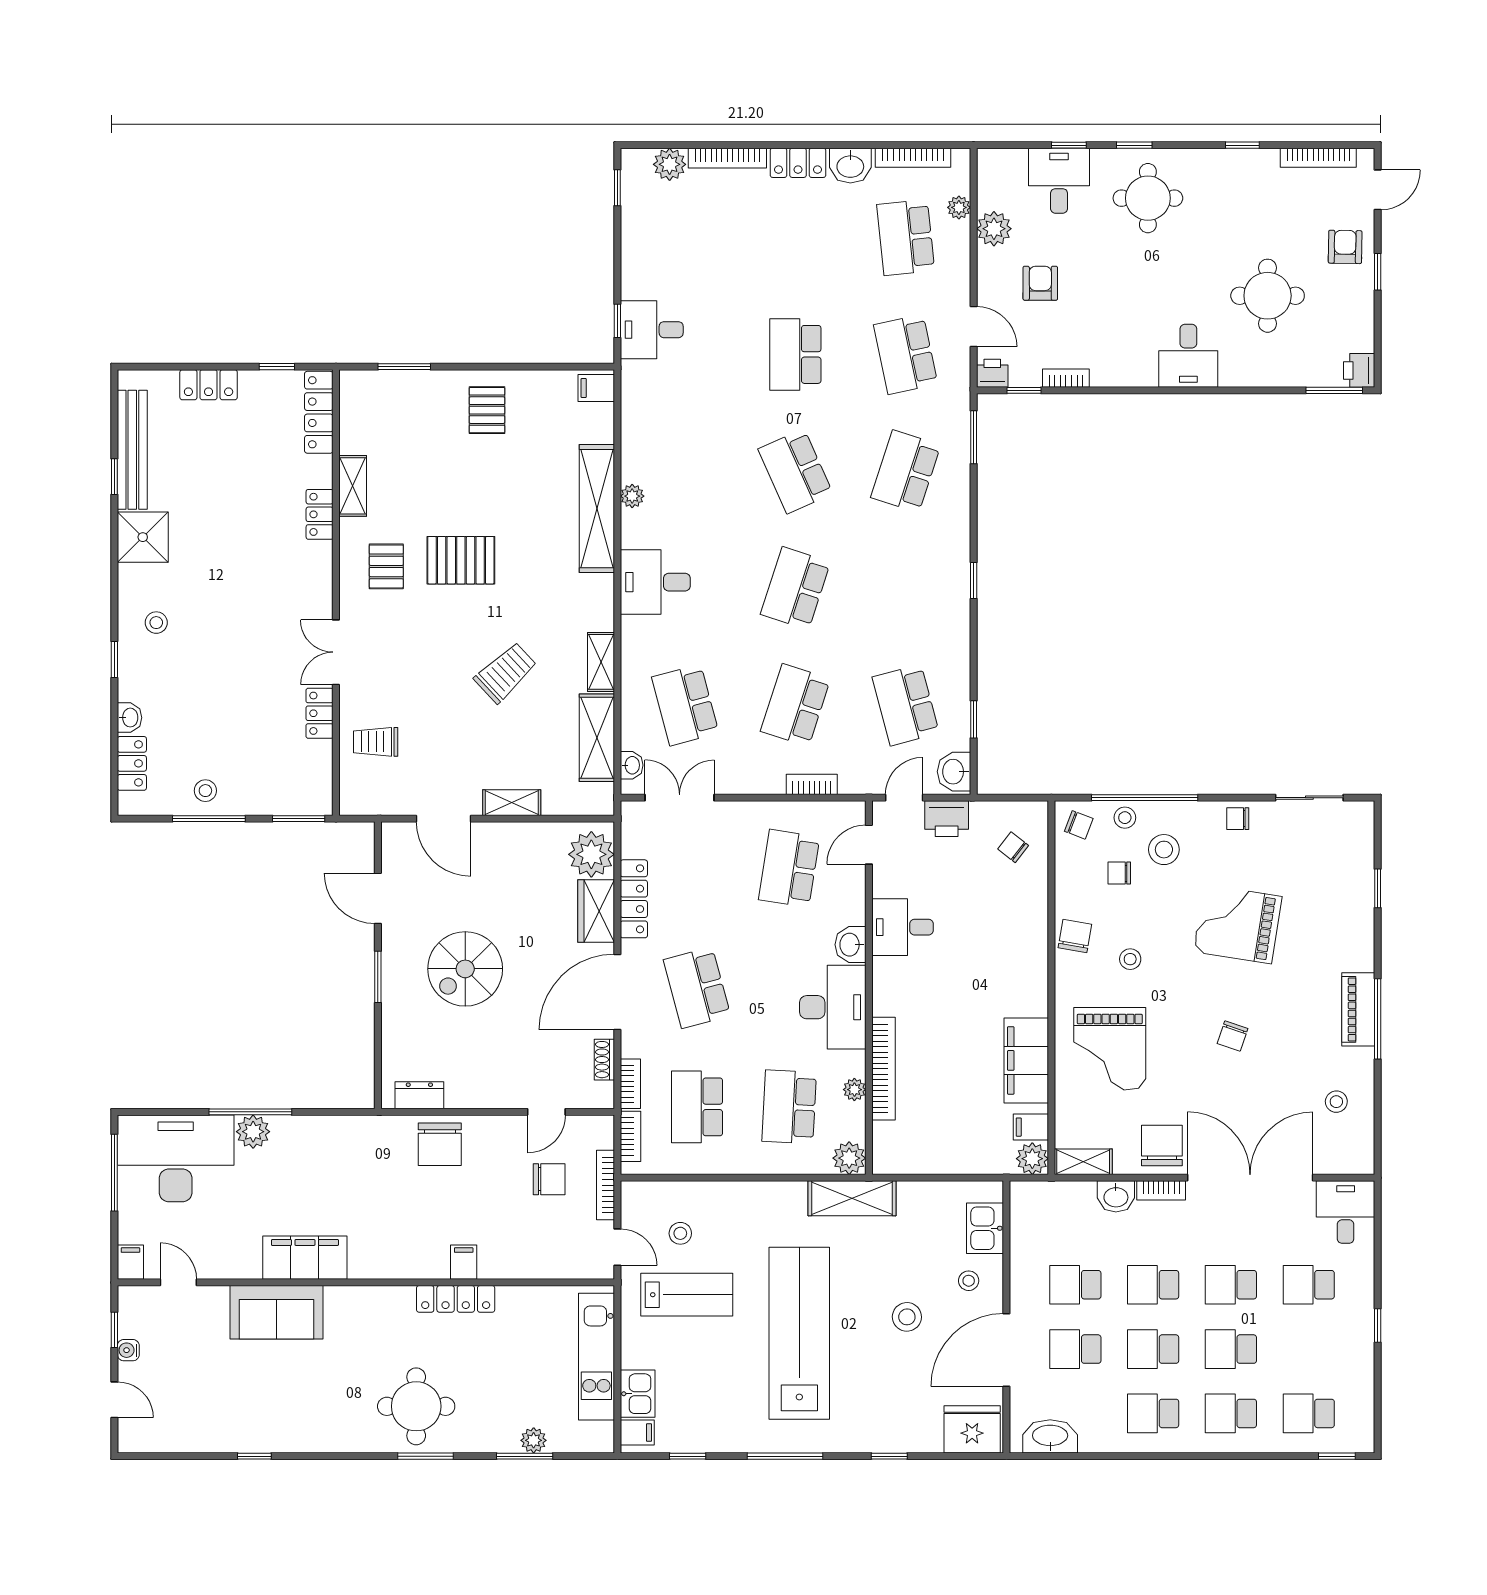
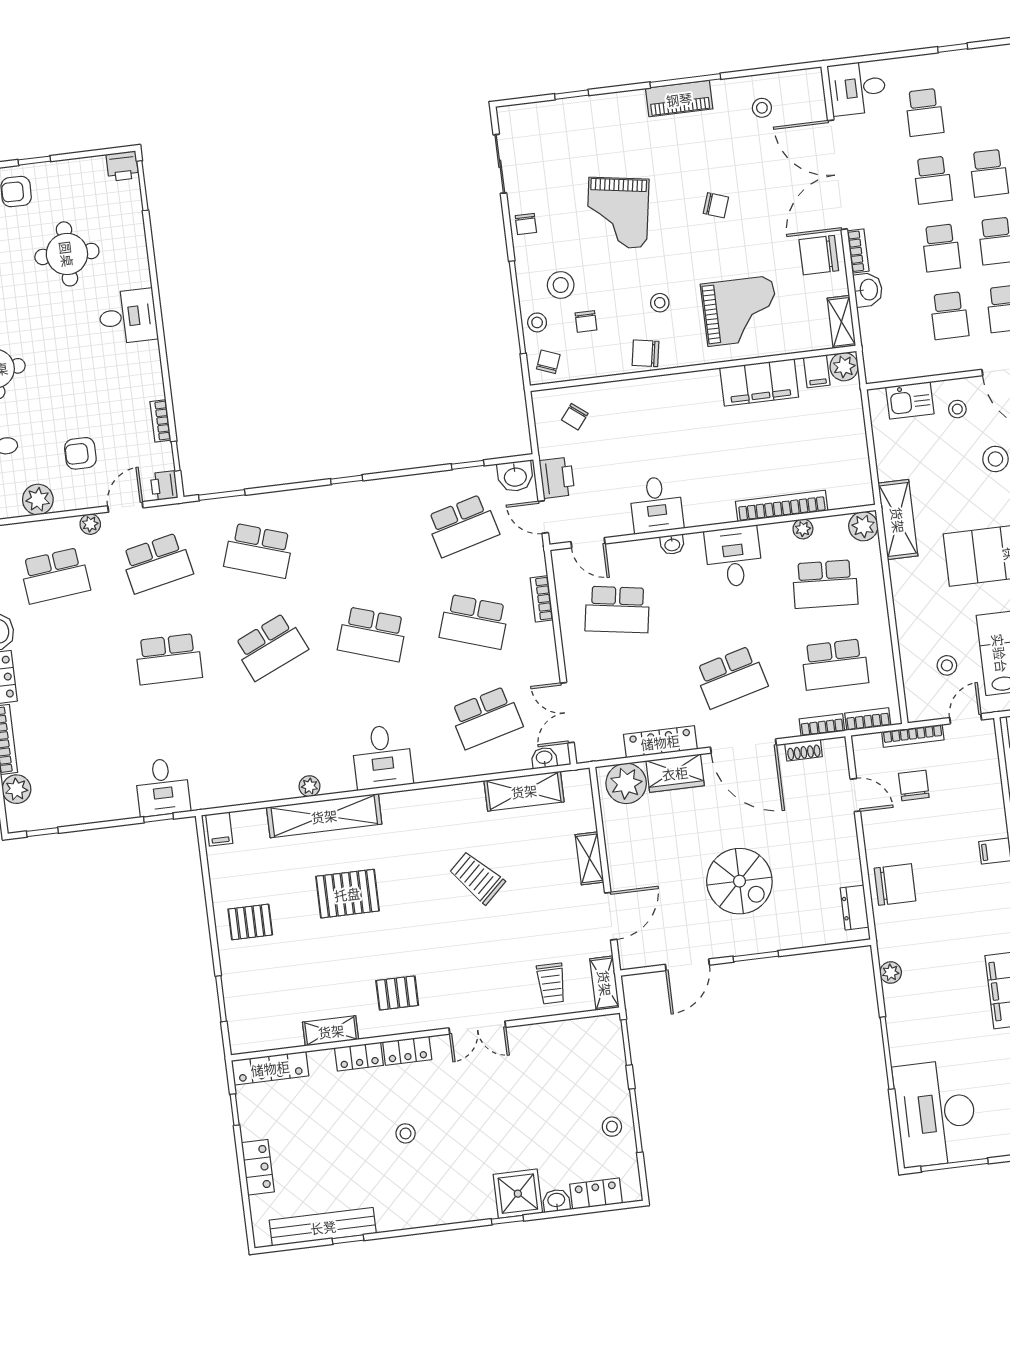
plant: (959, 207) -> (90, 524), moved
shower: (143, 537) -> (518, 1194), moved
pallet: (461, 560) -> (347, 894), moved, turned 90
stool: (156, 623) -> (406, 1133), moved
shelving: (601, 662) -> (605, 983), moved, turned 90
locker: (320, 713) -> (407, 1051), moved
washbasin: (850, 945) -> (672, 544), width x0.72, depth x0.69
desk: (833, 1007) -> (734, 557), width x0.73
plant: (253, 1132) -> (891, 973), moved, width x0.73, depth x0.73

